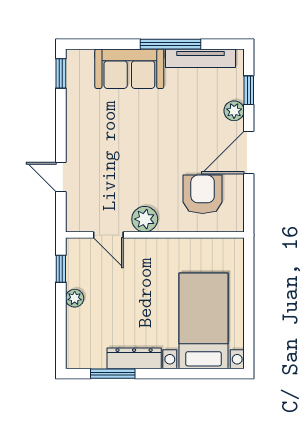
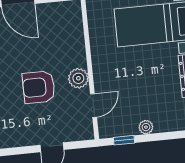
armchair: (203, 194) -> (39, 87), moved

